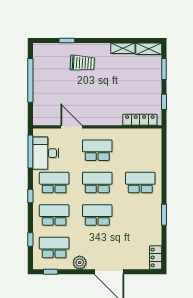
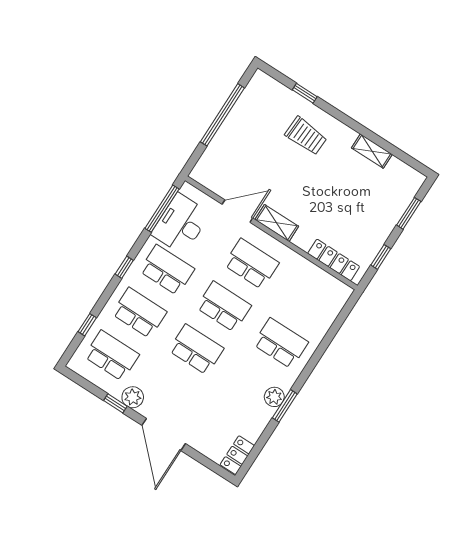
shelving: (149, 49) -> (277, 223), moved
door: (72, 127) -> (237, 211), hinge flipped
plant: (155, 214) -> (274, 397), added
window: (51, 272) -> (115, 403), moved

